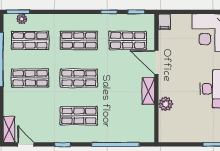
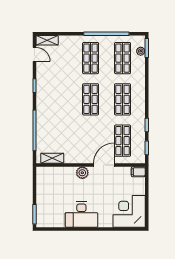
shelving: (148, 91) -> (52, 158), moved
plant: (166, 104) -> (82, 173), moved
shop shelf: (79, 116) -> (59, 99), removed
door: (26, 144) -> (34, 54), hinge flipped

